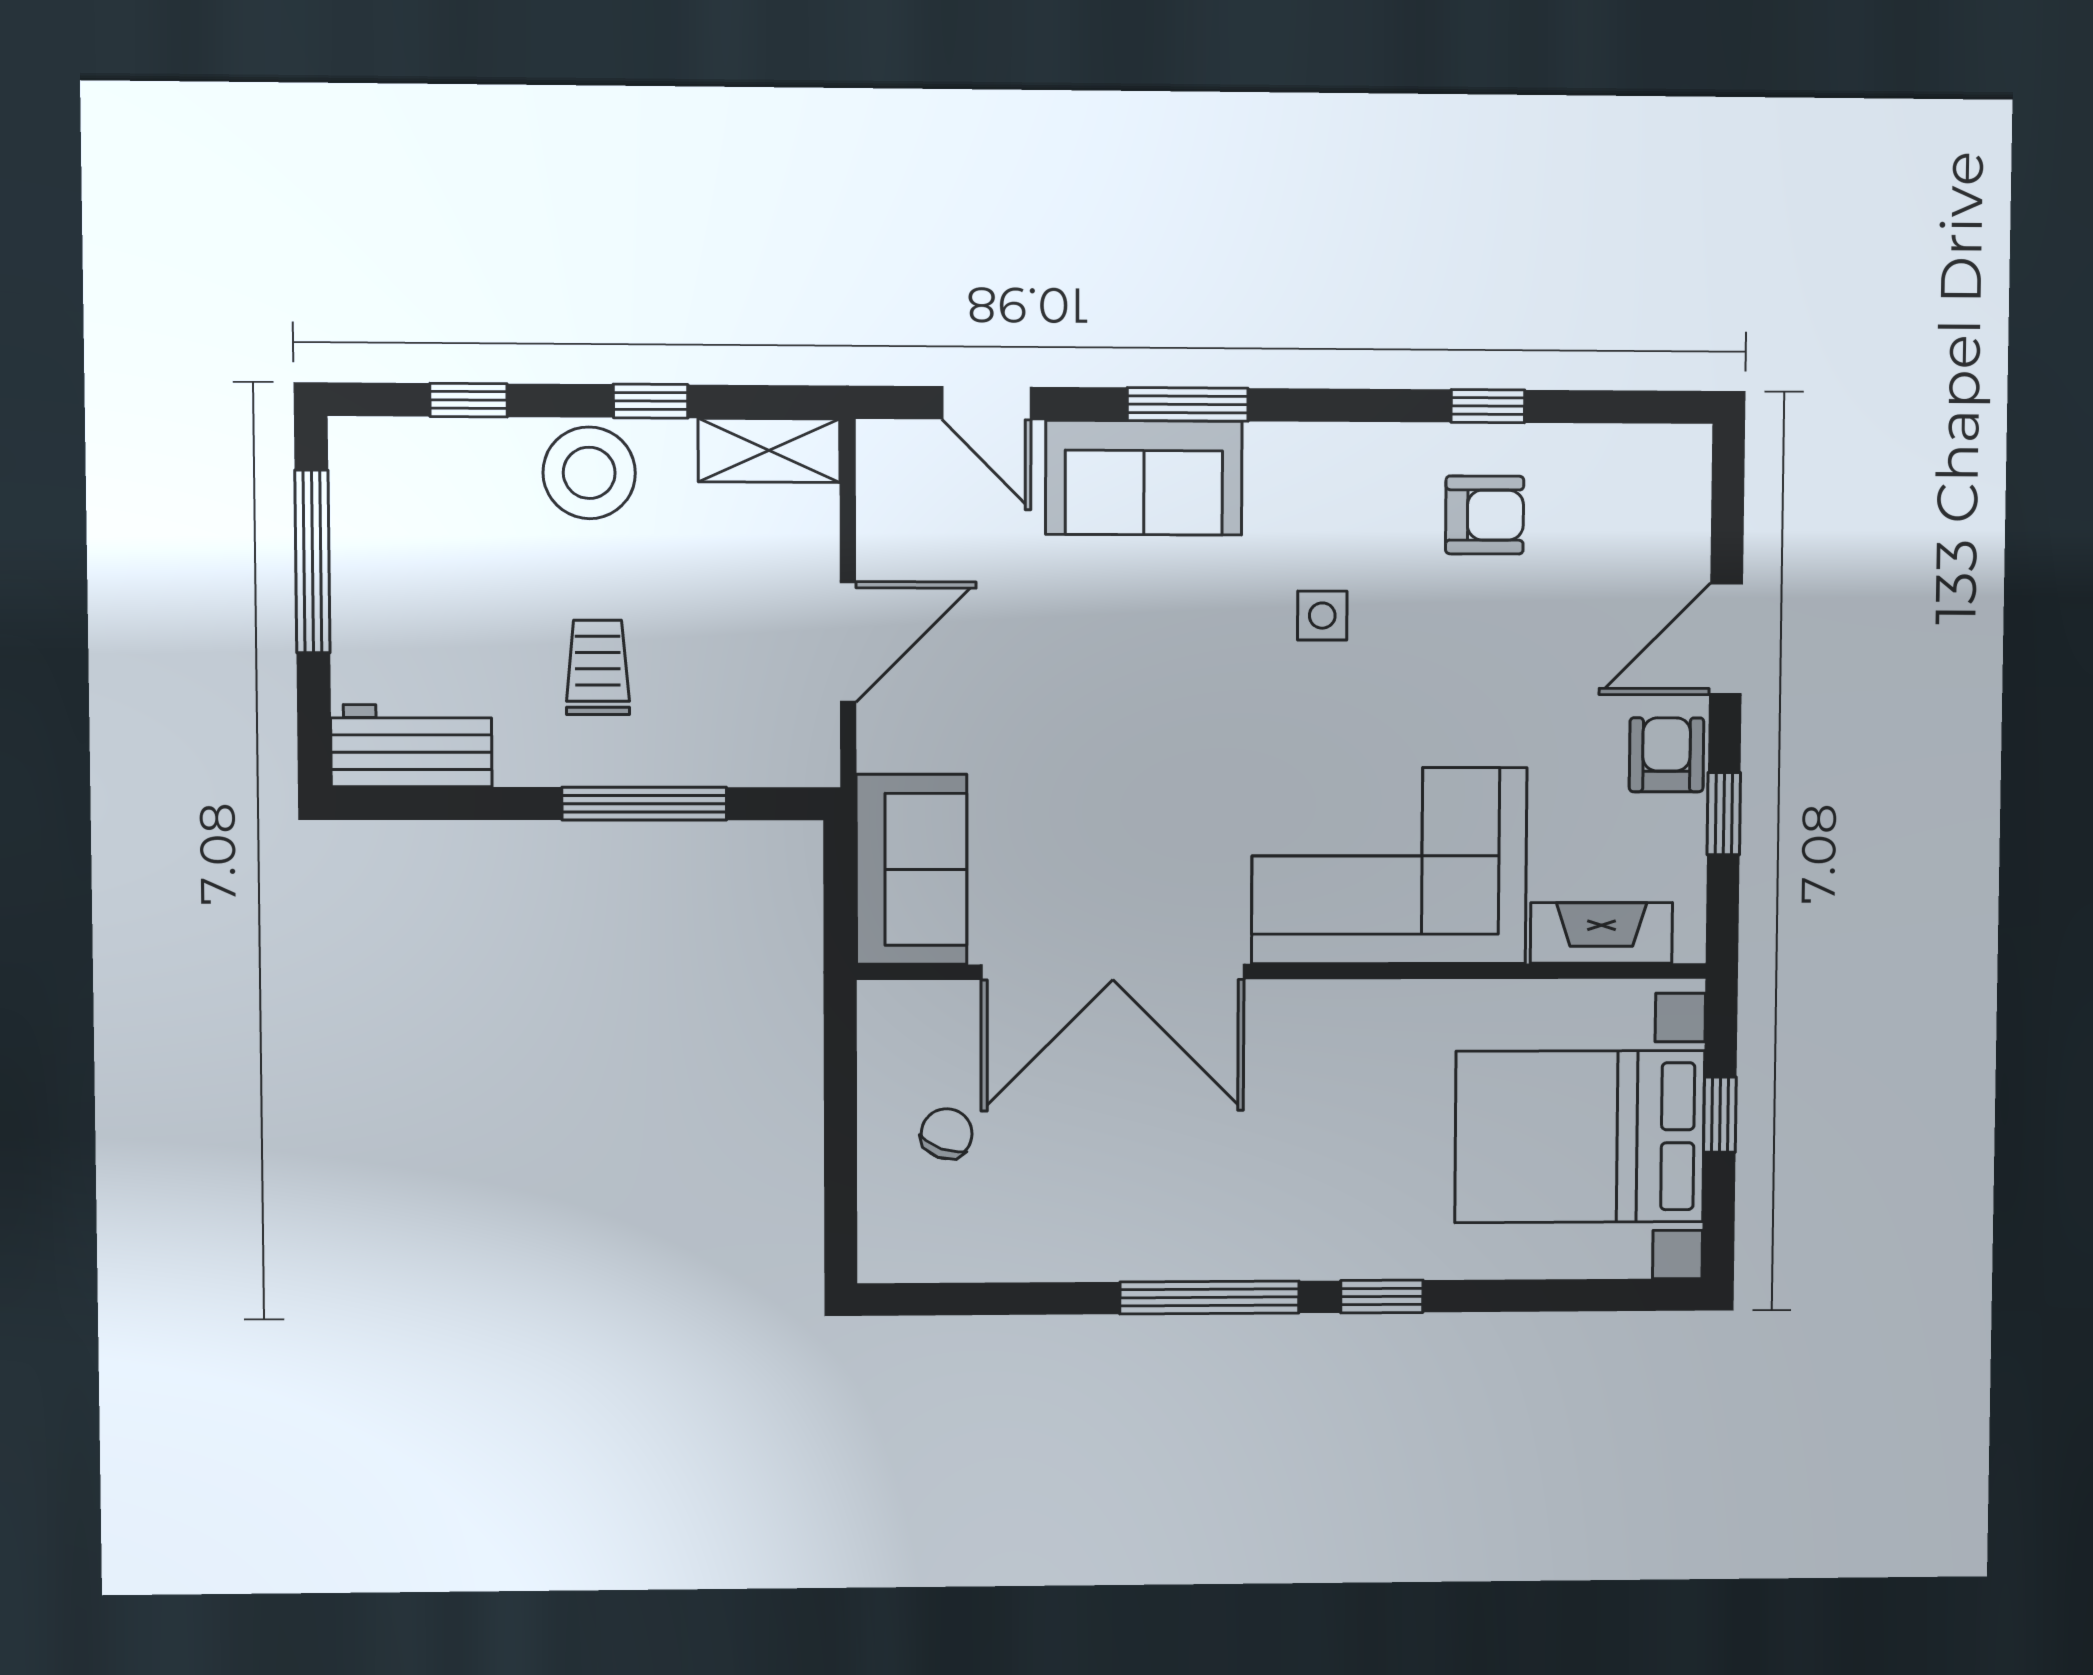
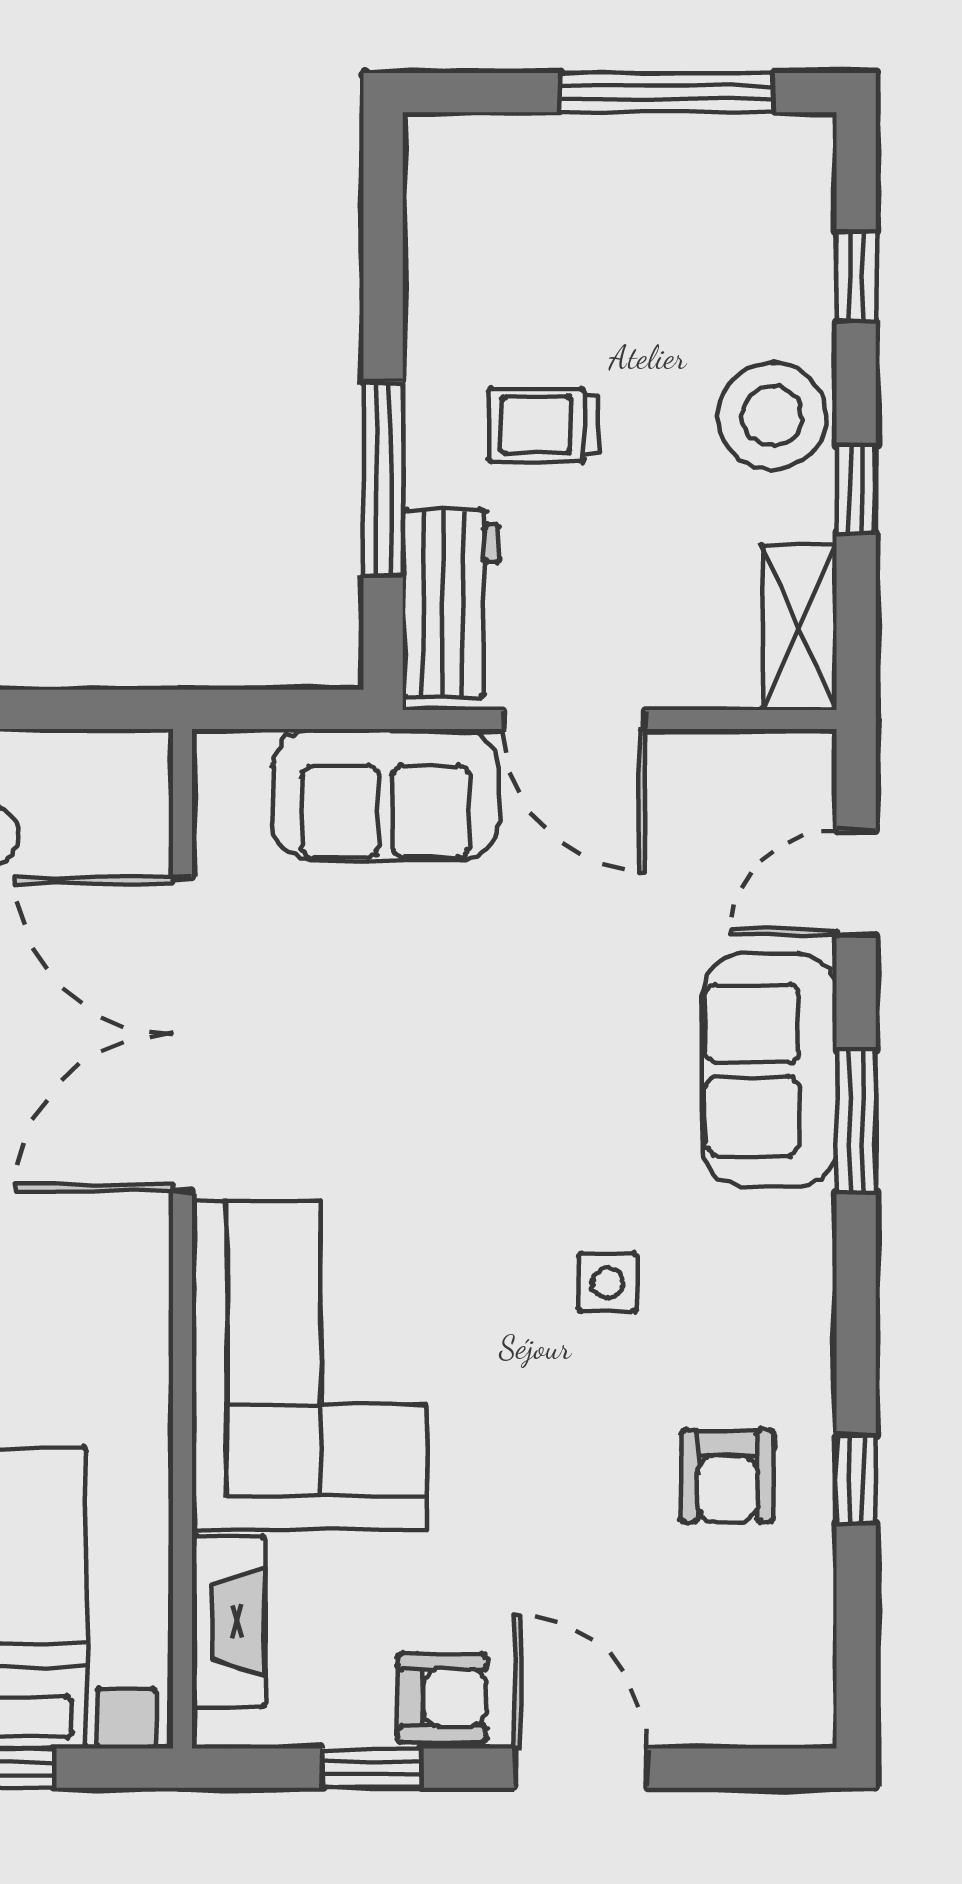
trolley: (598, 667) -> (544, 425), turned 180
workbench: (411, 746) -> (451, 603), moved
sofa: (912, 869) -> (385, 794), moved

